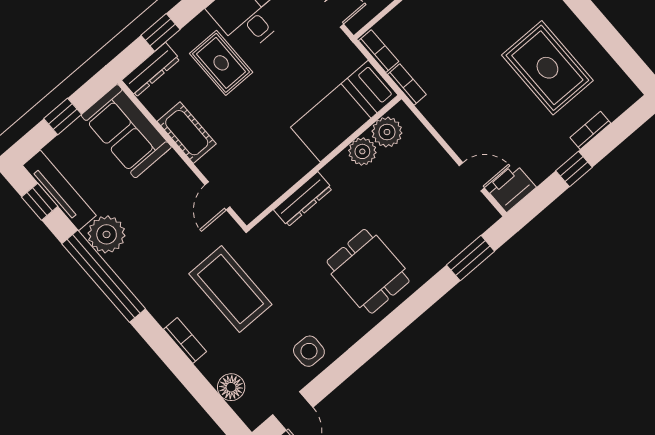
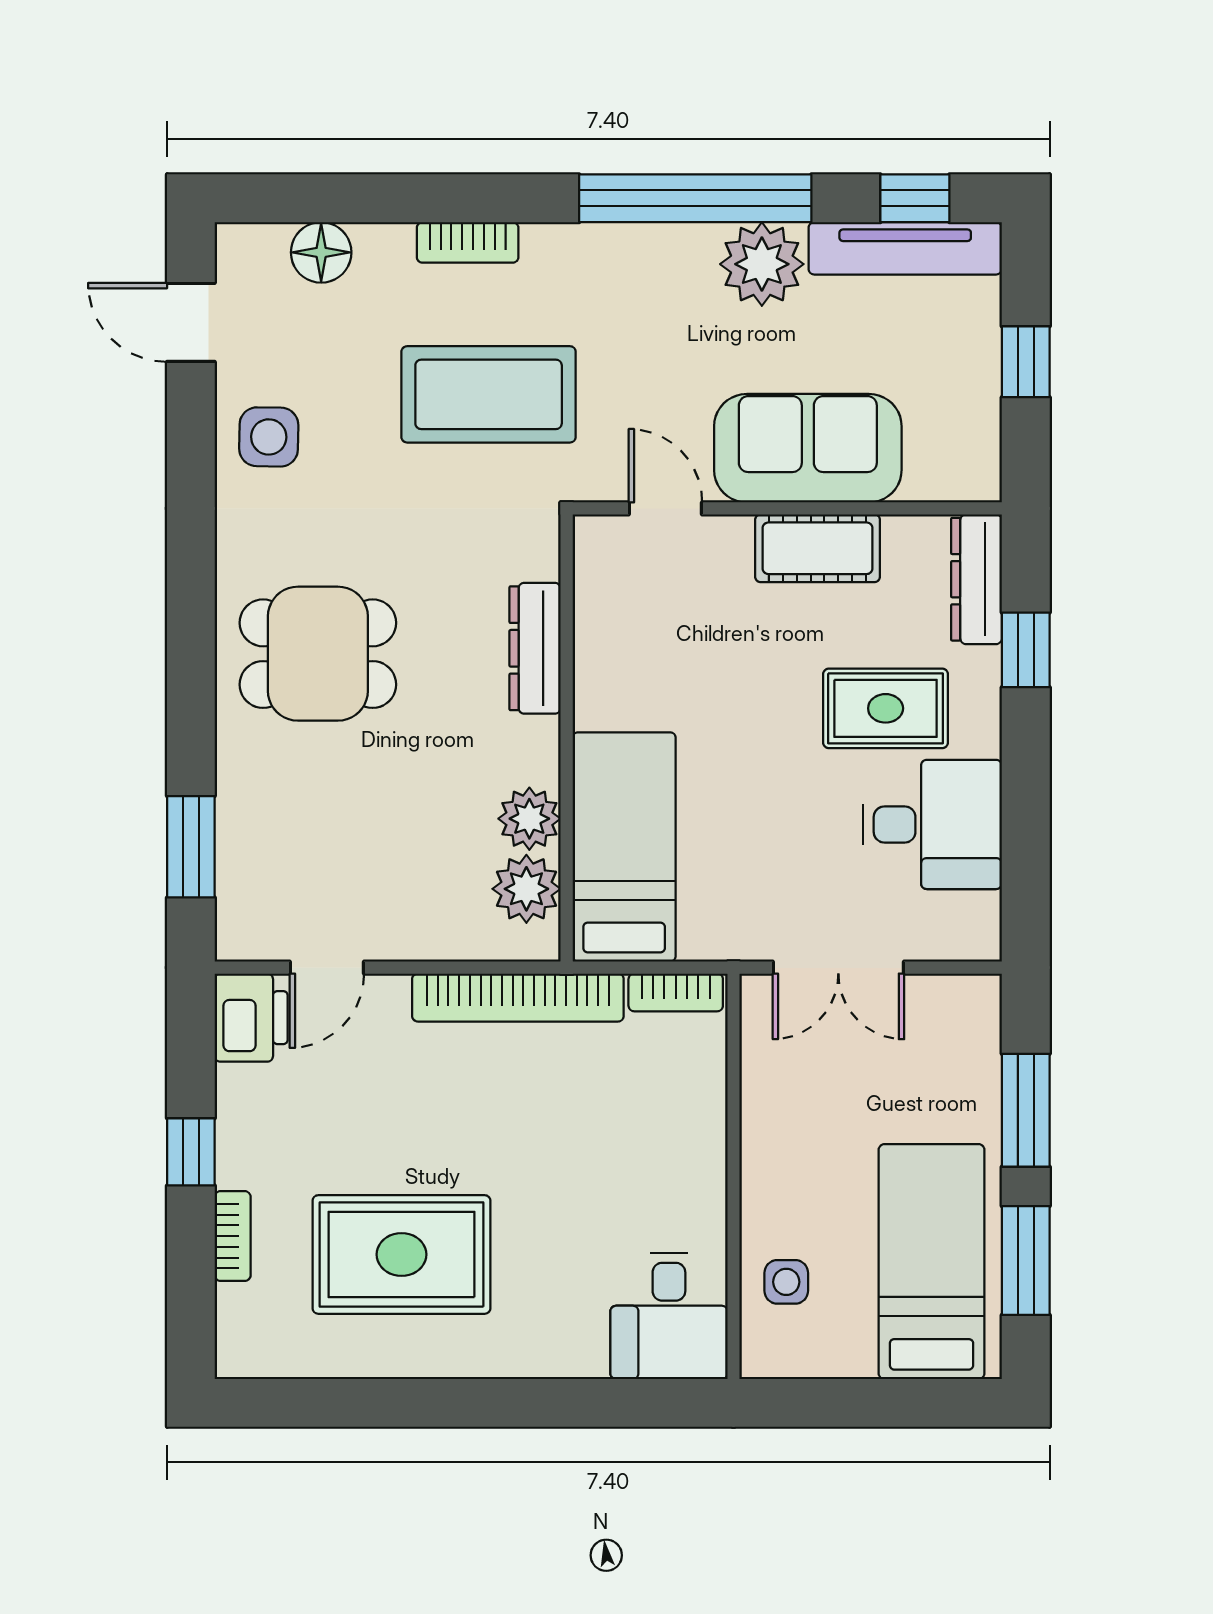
bookcase: (407, 85) -> (518, 998), width x2.31, depth x1.31
sofa: (126, 131) -> (808, 448), moved

